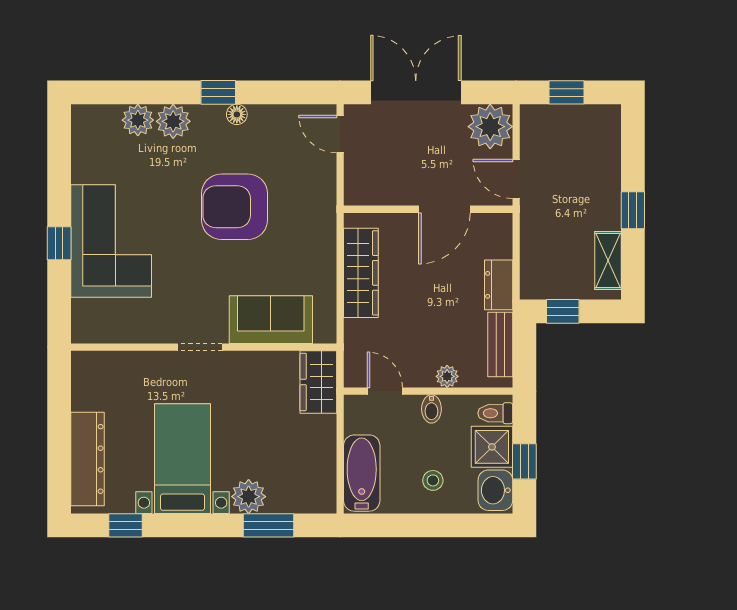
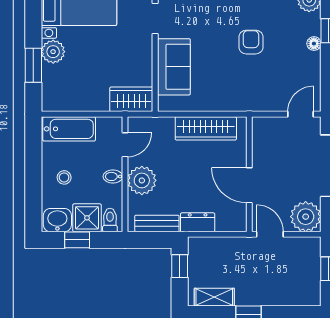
door: (516, 179) -> (270, 234), hinge flipped
armchair: (235, 207) -> (251, 42), width x0.53, depth x0.53
plant: (447, 376) -> (142, 180), width x1.88, depth x1.88

